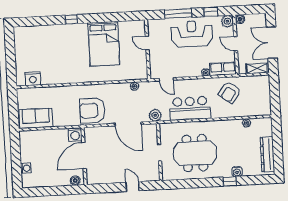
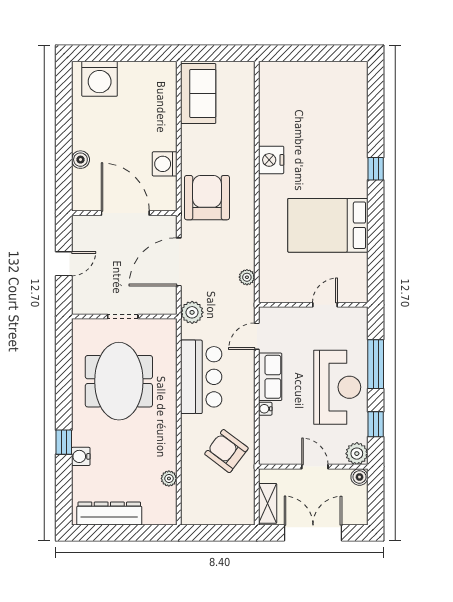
door: (236, 44) -> (315, 467), hinge flipped
row of seats: (223, 69) -> (270, 377), moved
nightstand: (33, 79) -> (271, 160), moved
door: (84, 156) -> (125, 213), moved
wall: (84, 156) -> (124, 213), moved
washing machine: (26, 168) -> (100, 79), width x1.89, depth x1.89

